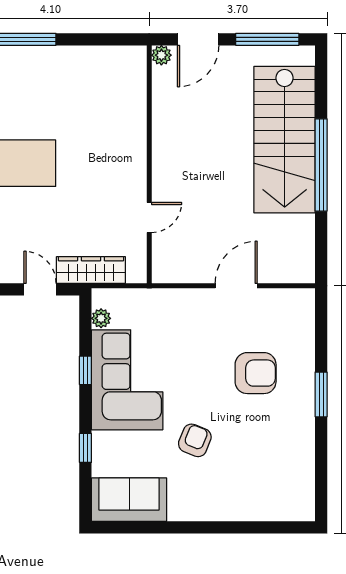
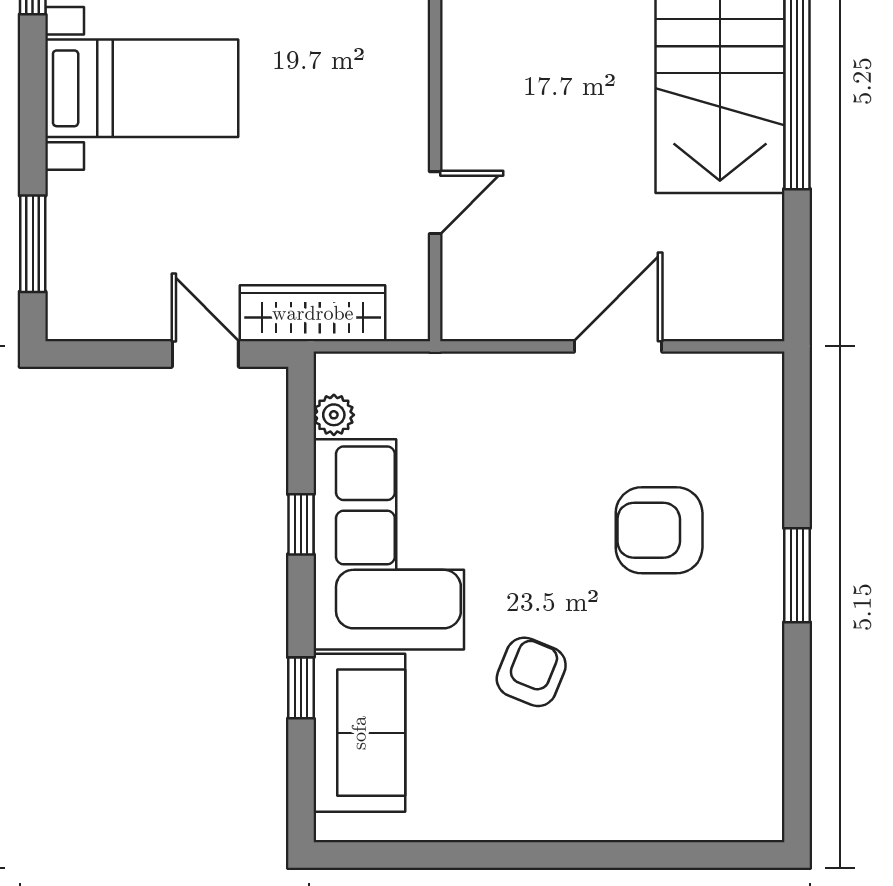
armchair: (256, 373) -> (659, 530), turned 180
sofa: (129, 500) -> (359, 733), moved, turned 90

